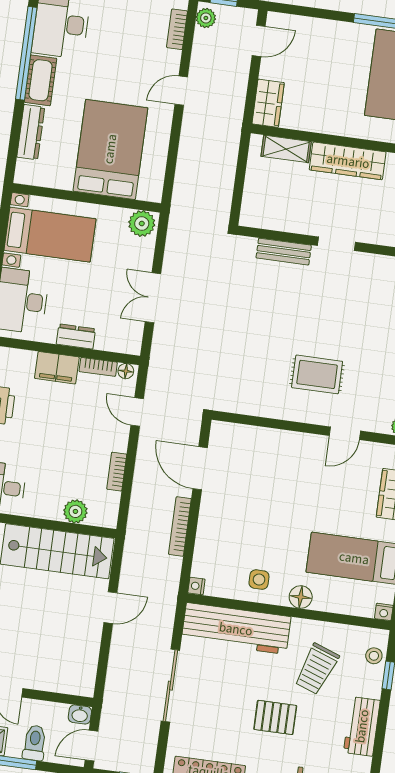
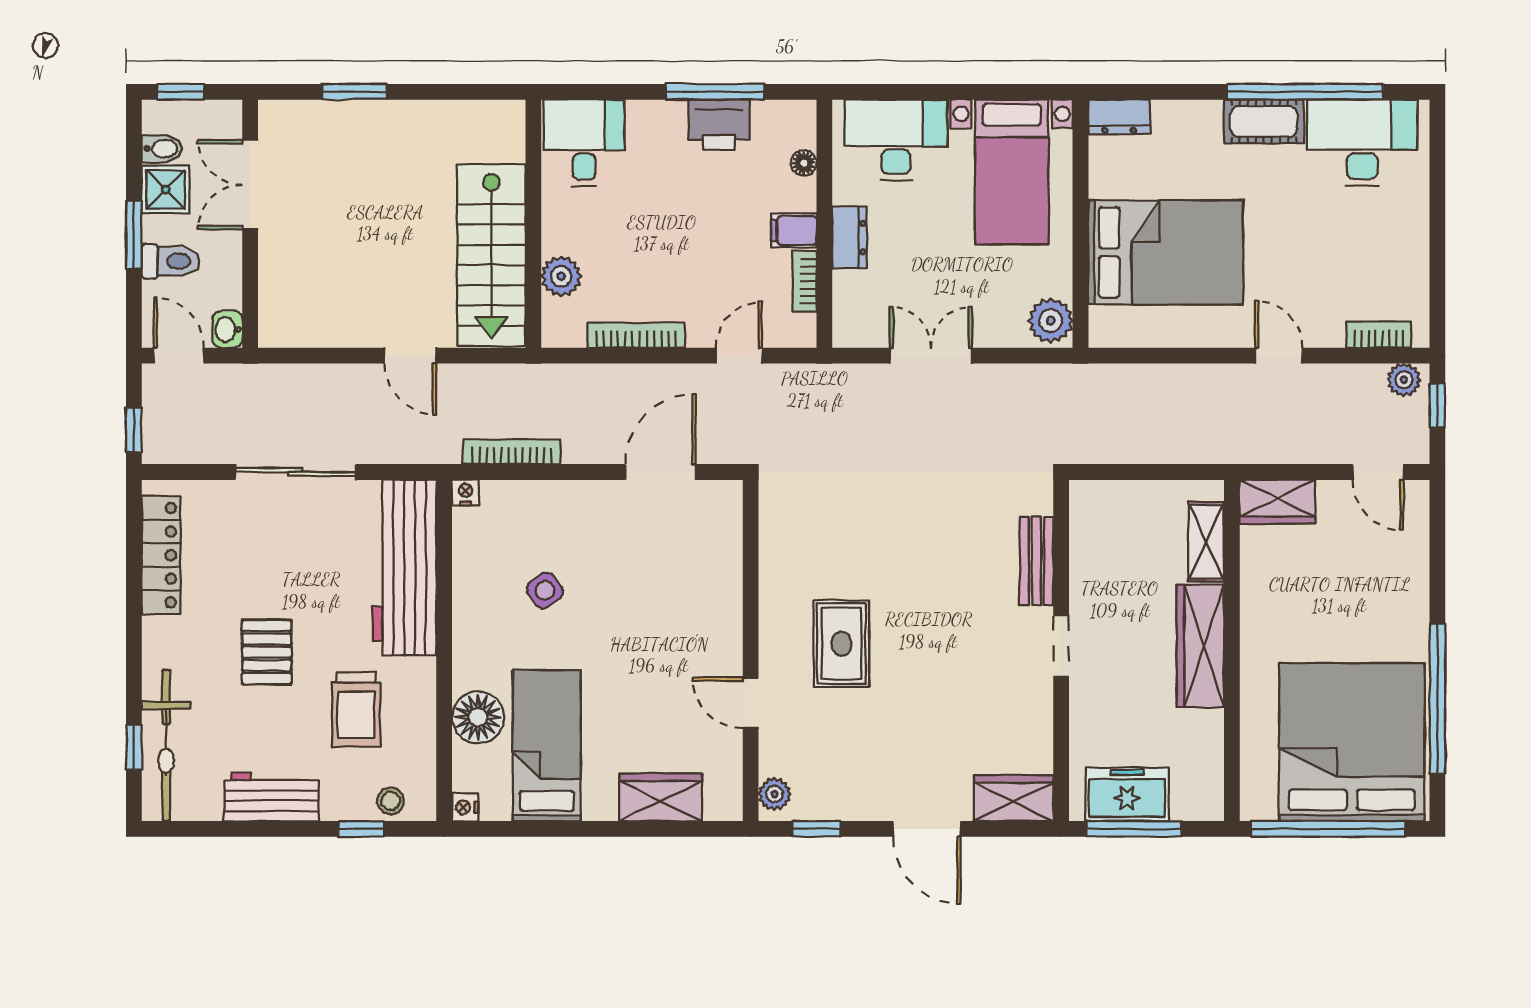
dresser: (31, 132) -> (1119, 117), moved, width x0.70
filing cabinet: (57, 368) -> (794, 230), width x0.50
floor lamp: (126, 371) -> (804, 163), moved
bookcase: (117, 472) -> (636, 335), width x1.56
bookcase: (180, 526) -> (512, 452), moved
side table: (259, 580) -> (545, 590), moved, turned -36
floor lamp: (301, 597) -> (478, 717), moved, width x1.38, depth x1.38
trolley: (317, 669) -> (356, 710), turned -110

